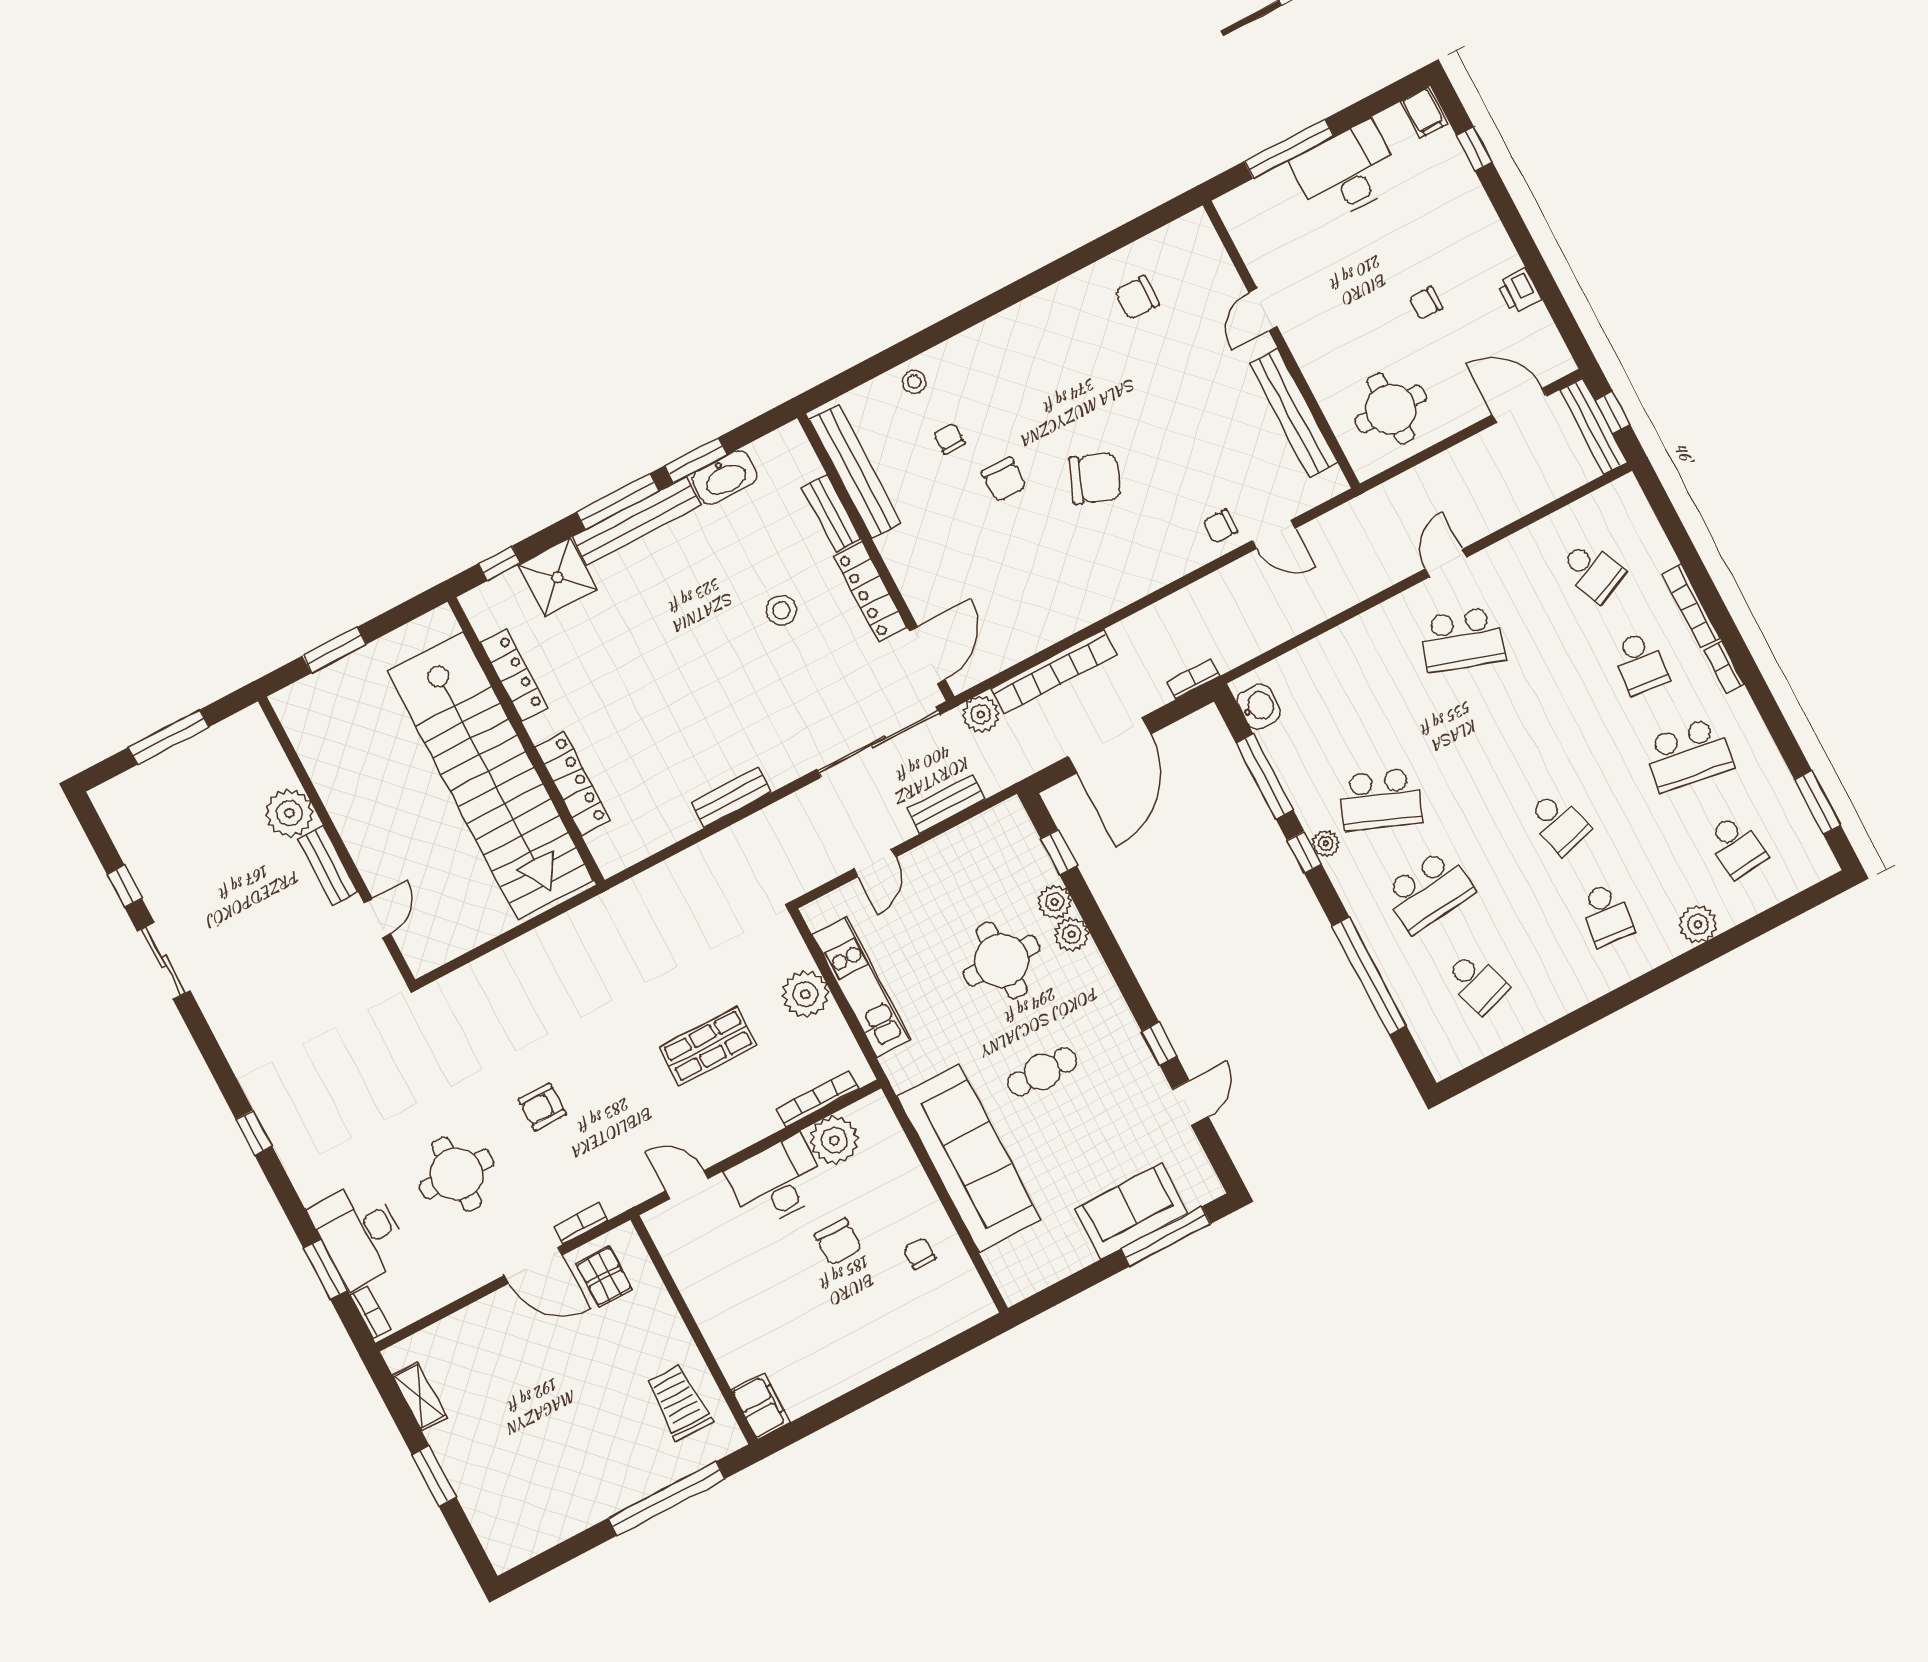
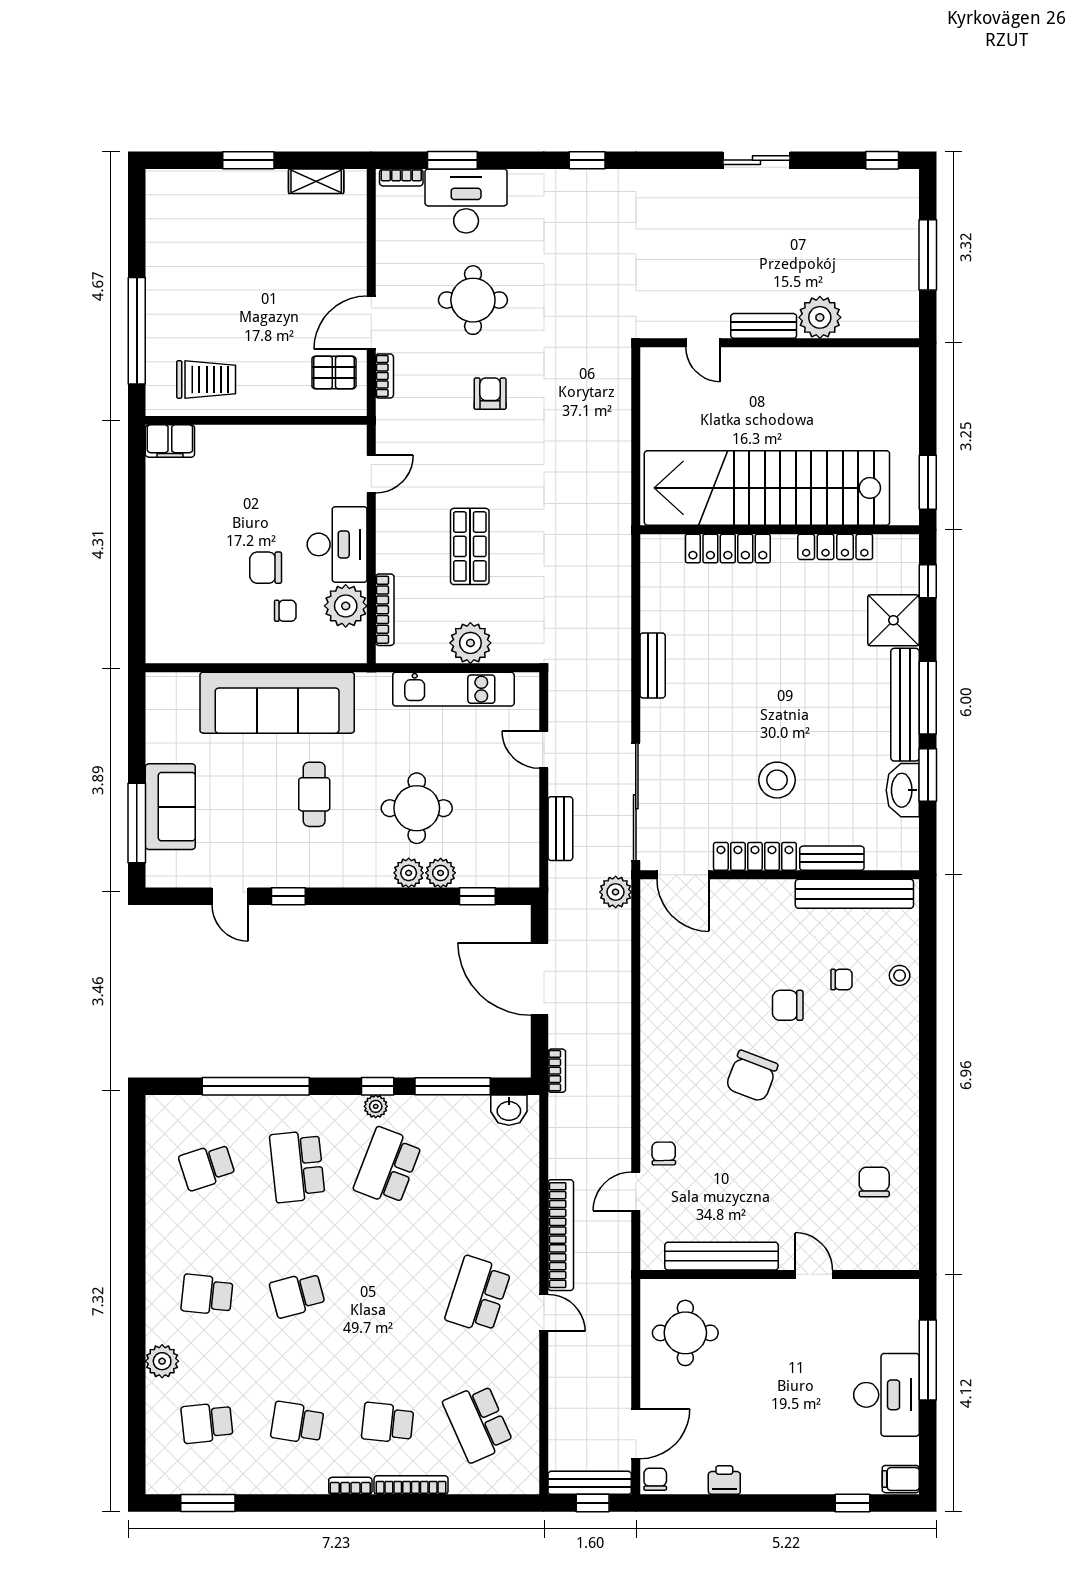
chair: (1426, 303) -> (655, 1479), moved
school desk: (1592, 571) -> (478, 1423), width x1.85
stool: (781, 610) -> (777, 780), width x1.38, depth x1.38
window: (334, 650) -> (928, 482), moved
bookcase: (1054, 672) -> (561, 1235), moved, turned 180
school desk: (1688, 754) -> (297, 1423), width x0.54
window: (124, 886) -> (882, 160), moved
chair: (919, 1254) -> (285, 611), moved

